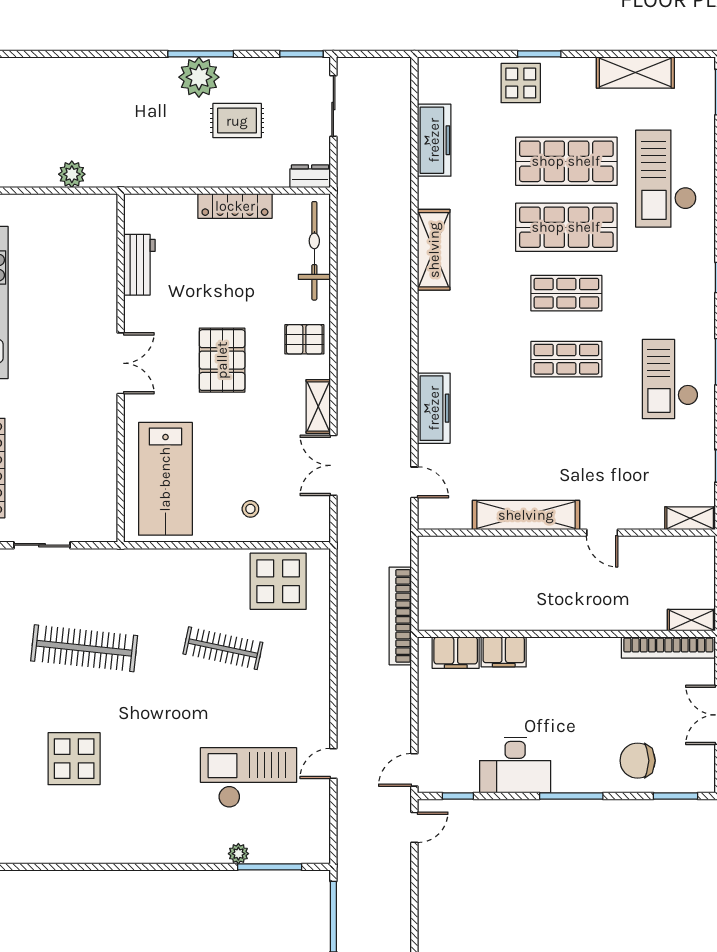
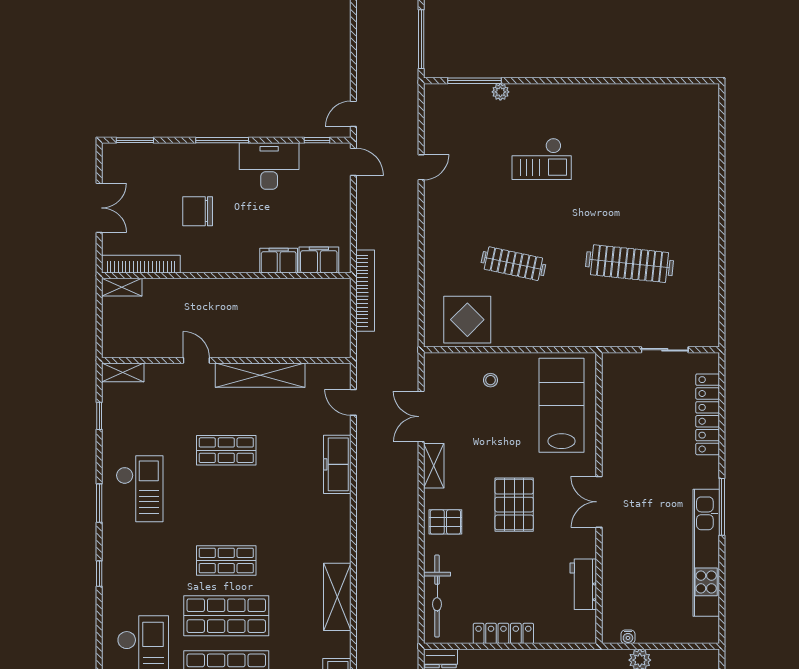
water cooler: (86, 202) -> (628, 637), added
shop shelf: (566, 359) -> (226, 450), moved
double door: (333, 465) -> (421, 417), swing flipped
display table: (74, 759) -> (638, 171), removed
chair: (638, 761) -> (198, 211), moved, turned 180
door: (414, 770) -> (353, 162), hinge flipped
checkout: (248, 778) -> (542, 159), moved, width x0.73, depth x0.83

